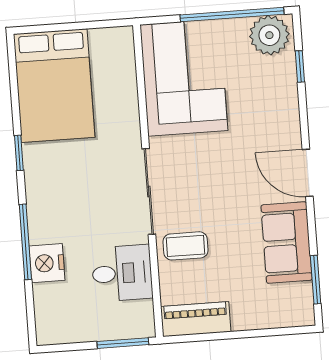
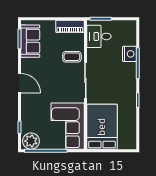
bed: (54, 86) -> (102, 127), moved
sofa: (287, 243) -> (30, 41), moved
desk: (122, 273) -> (99, 36), moved

